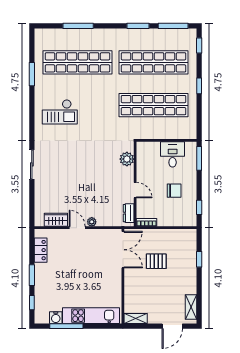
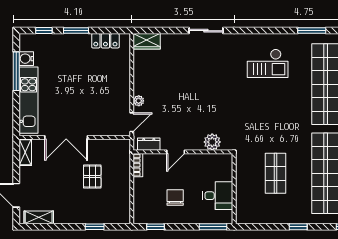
shop shelf: (154, 105) -> (275, 173), width x0.50, depth x0.74
checkout: (60, 112) -> (268, 63), turned -90
chair: (174, 191) -> (175, 198), turned 180
wardrobe: (56, 220) -> (147, 41), moved, turned 90
door: (77, 228) -> (132, 122), moved
double door: (123, 250) -> (66, 137), moved

